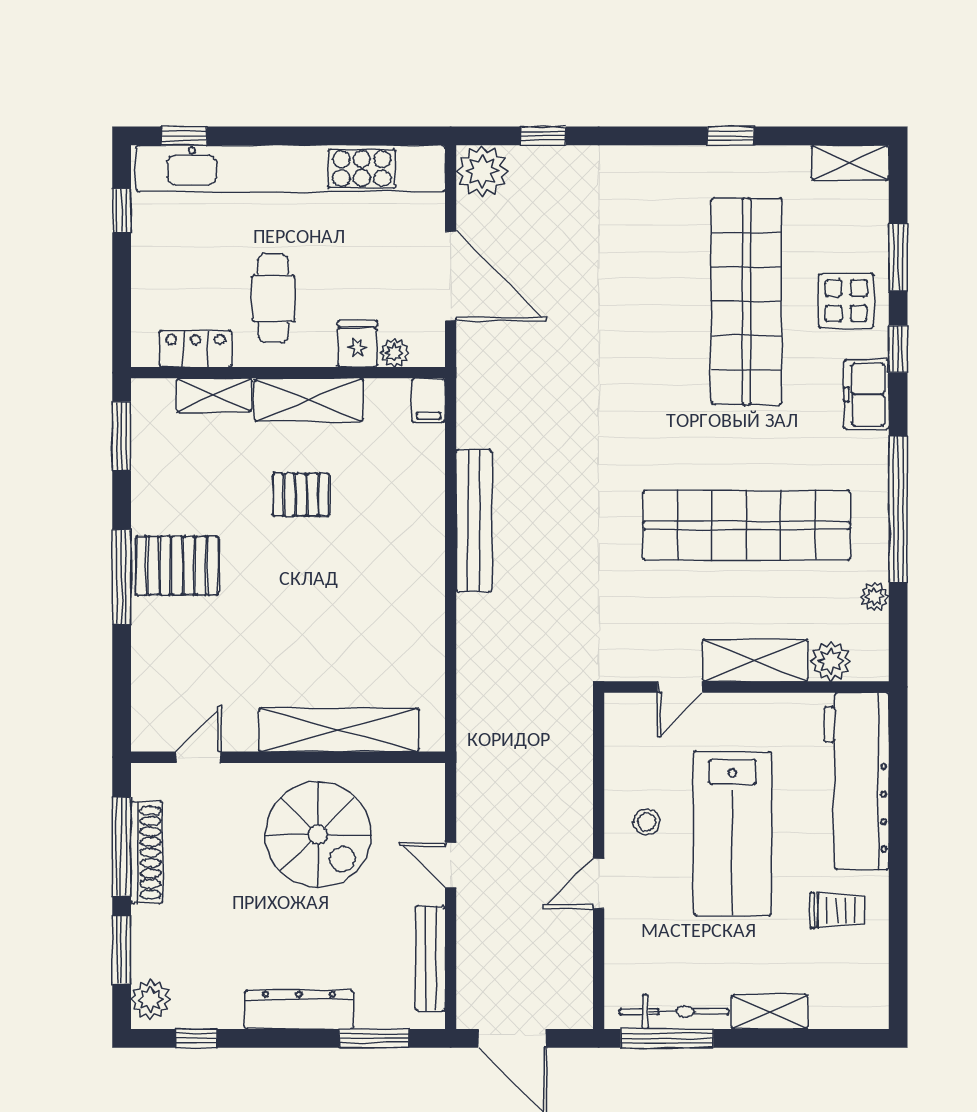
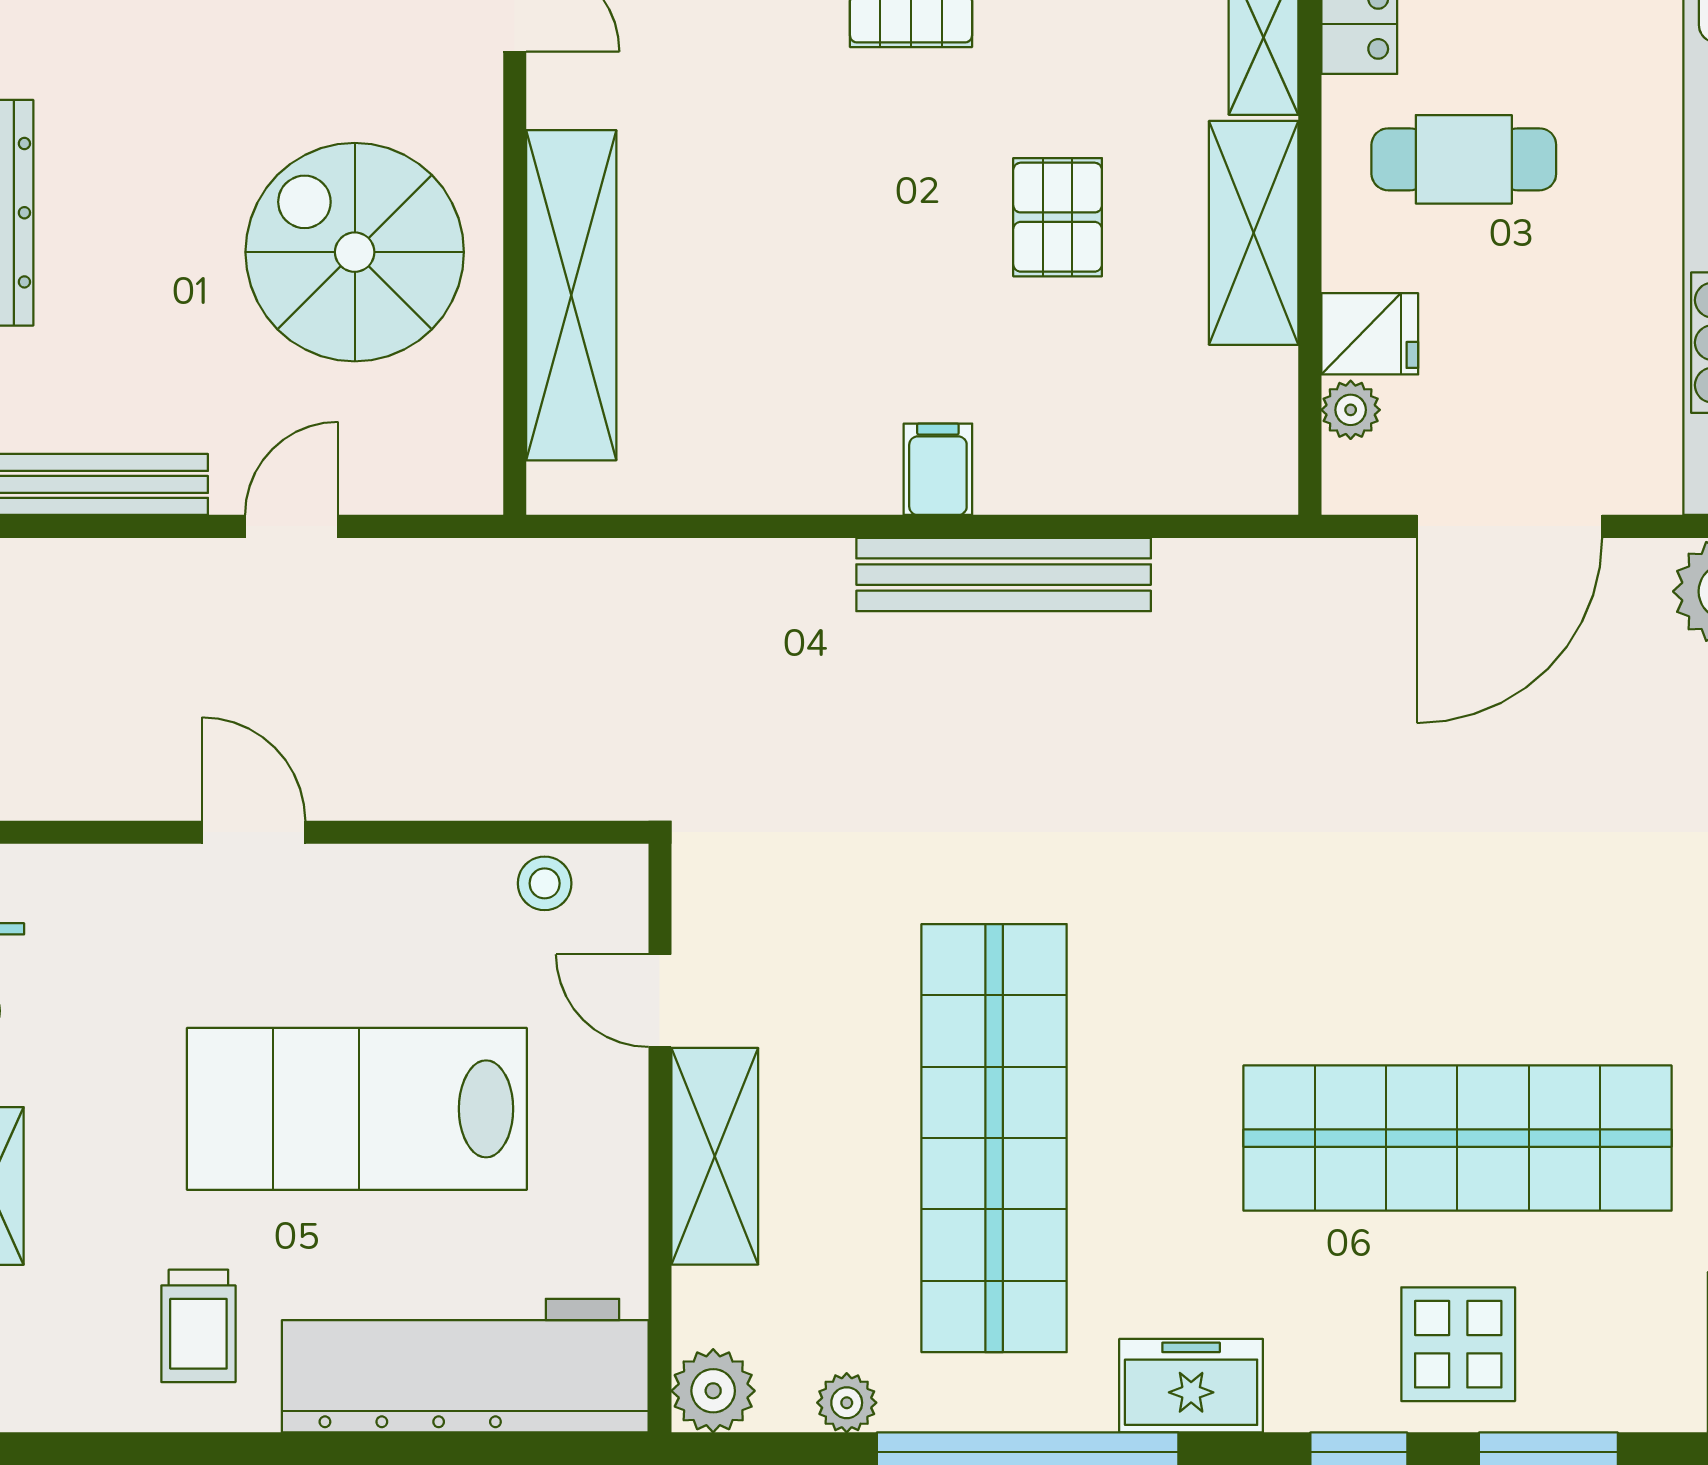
freezer: (866, 395) -> (1191, 1386), moved
filing cabinet: (429, 400) -> (938, 469), moved, turned 90
plant: (831, 661) -> (713, 1391), moved
stool: (647, 822) -> (545, 883), moved
spiral stairs: (318, 835) -> (355, 252), turned 90

